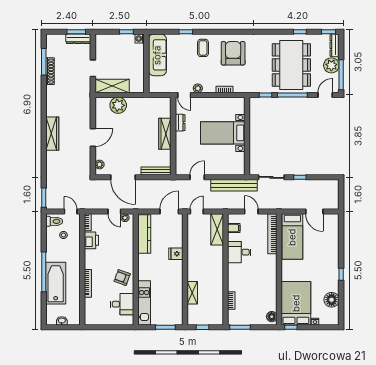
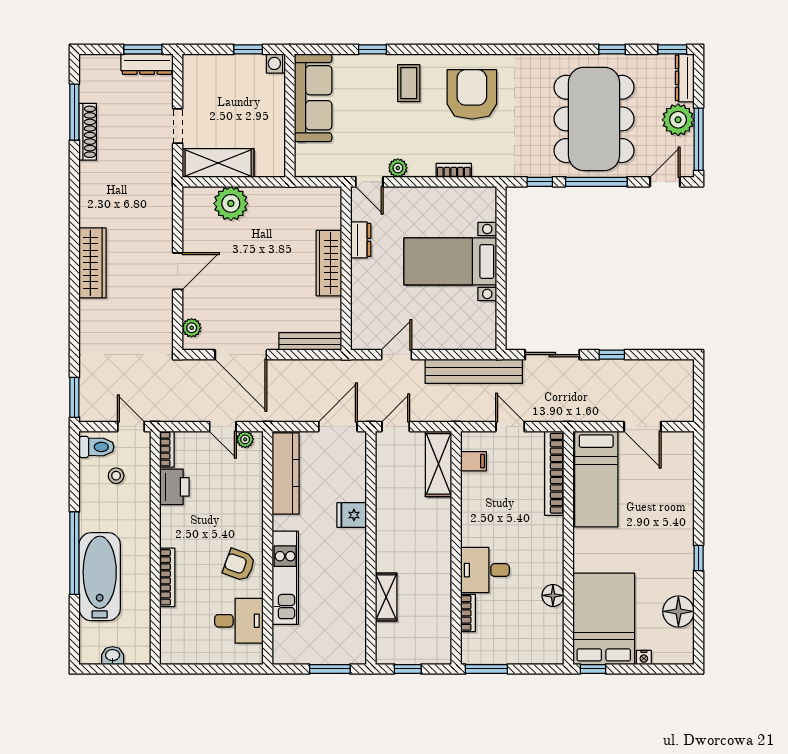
desk: (239, 252) -> (485, 570), moved
kitchen unit: (144, 303) -> (285, 578), moved
floor lamp: (272, 317) -> (553, 595), moved

